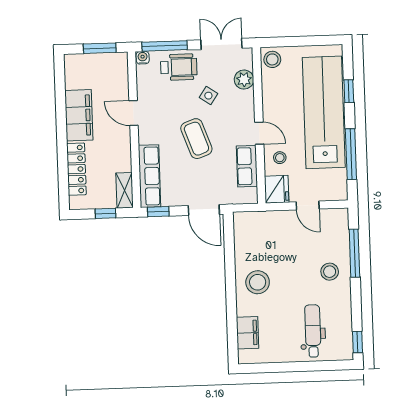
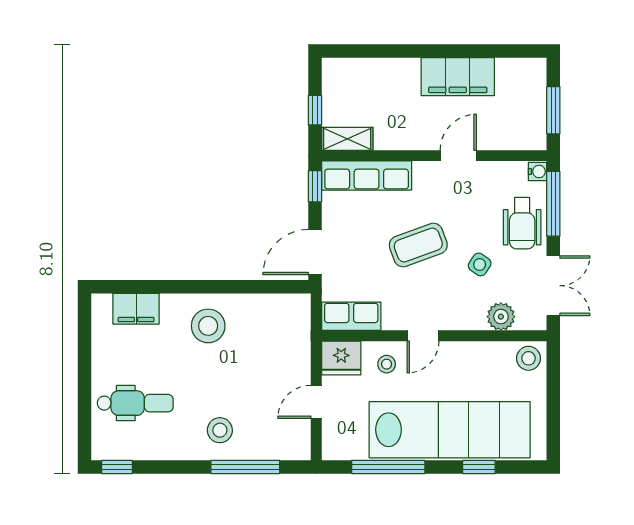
row of seats: (247, 166) -> (351, 316), moved
locker: (76, 169) -> (380, 71), removed

